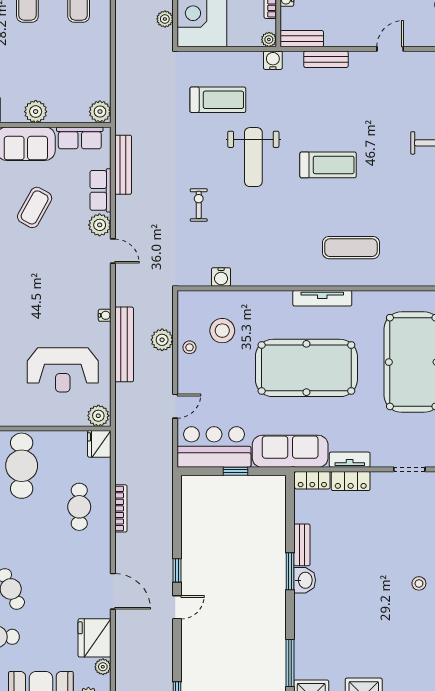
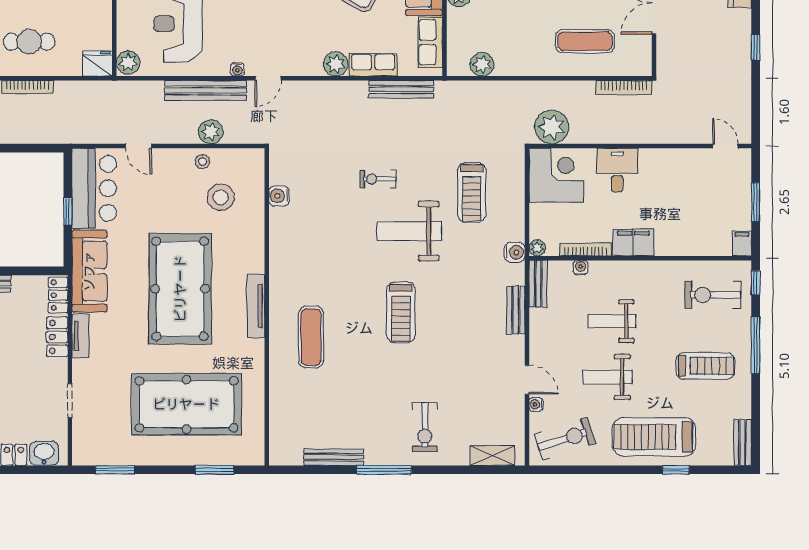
plant: (165, 19) -> (552, 127), width x1.87, depth x1.87
water cooler: (413, 41) -> (536, 404), added
plant: (100, 112) -> (482, 64), moved
exercise bike: (199, 205) -> (378, 179), moved, turned 180
door: (113, 251) -> (268, 78), moved

